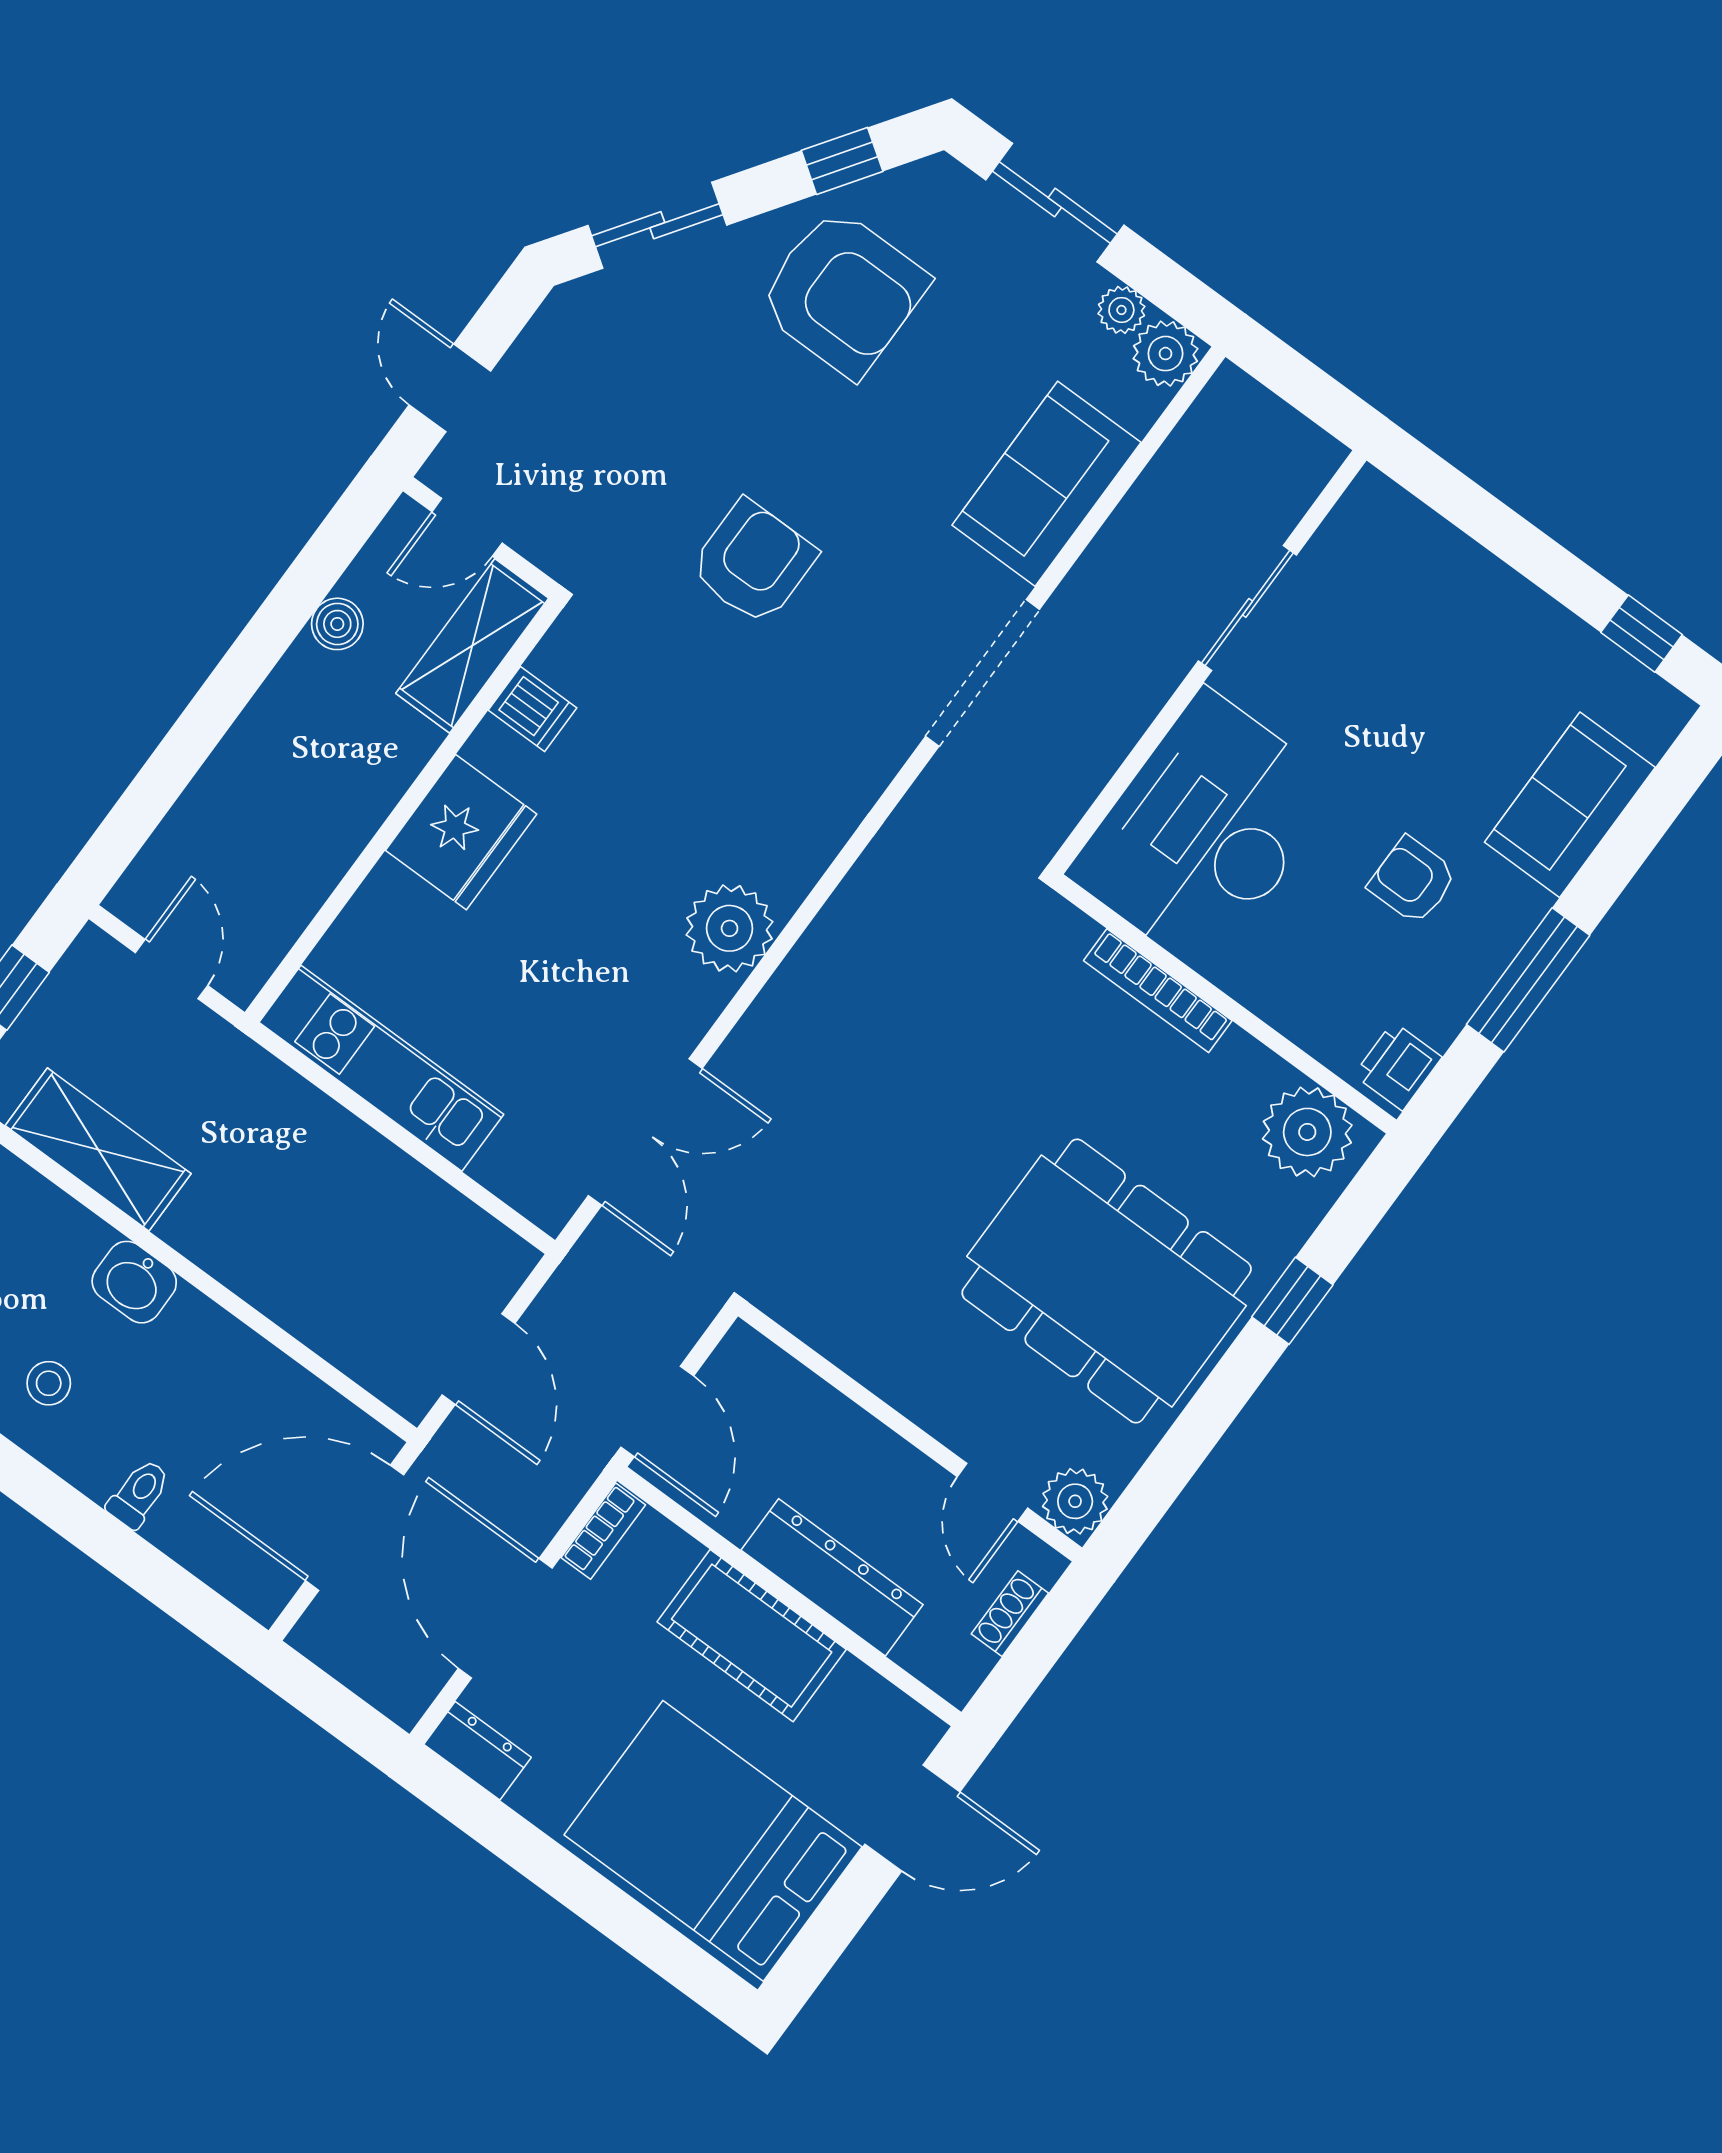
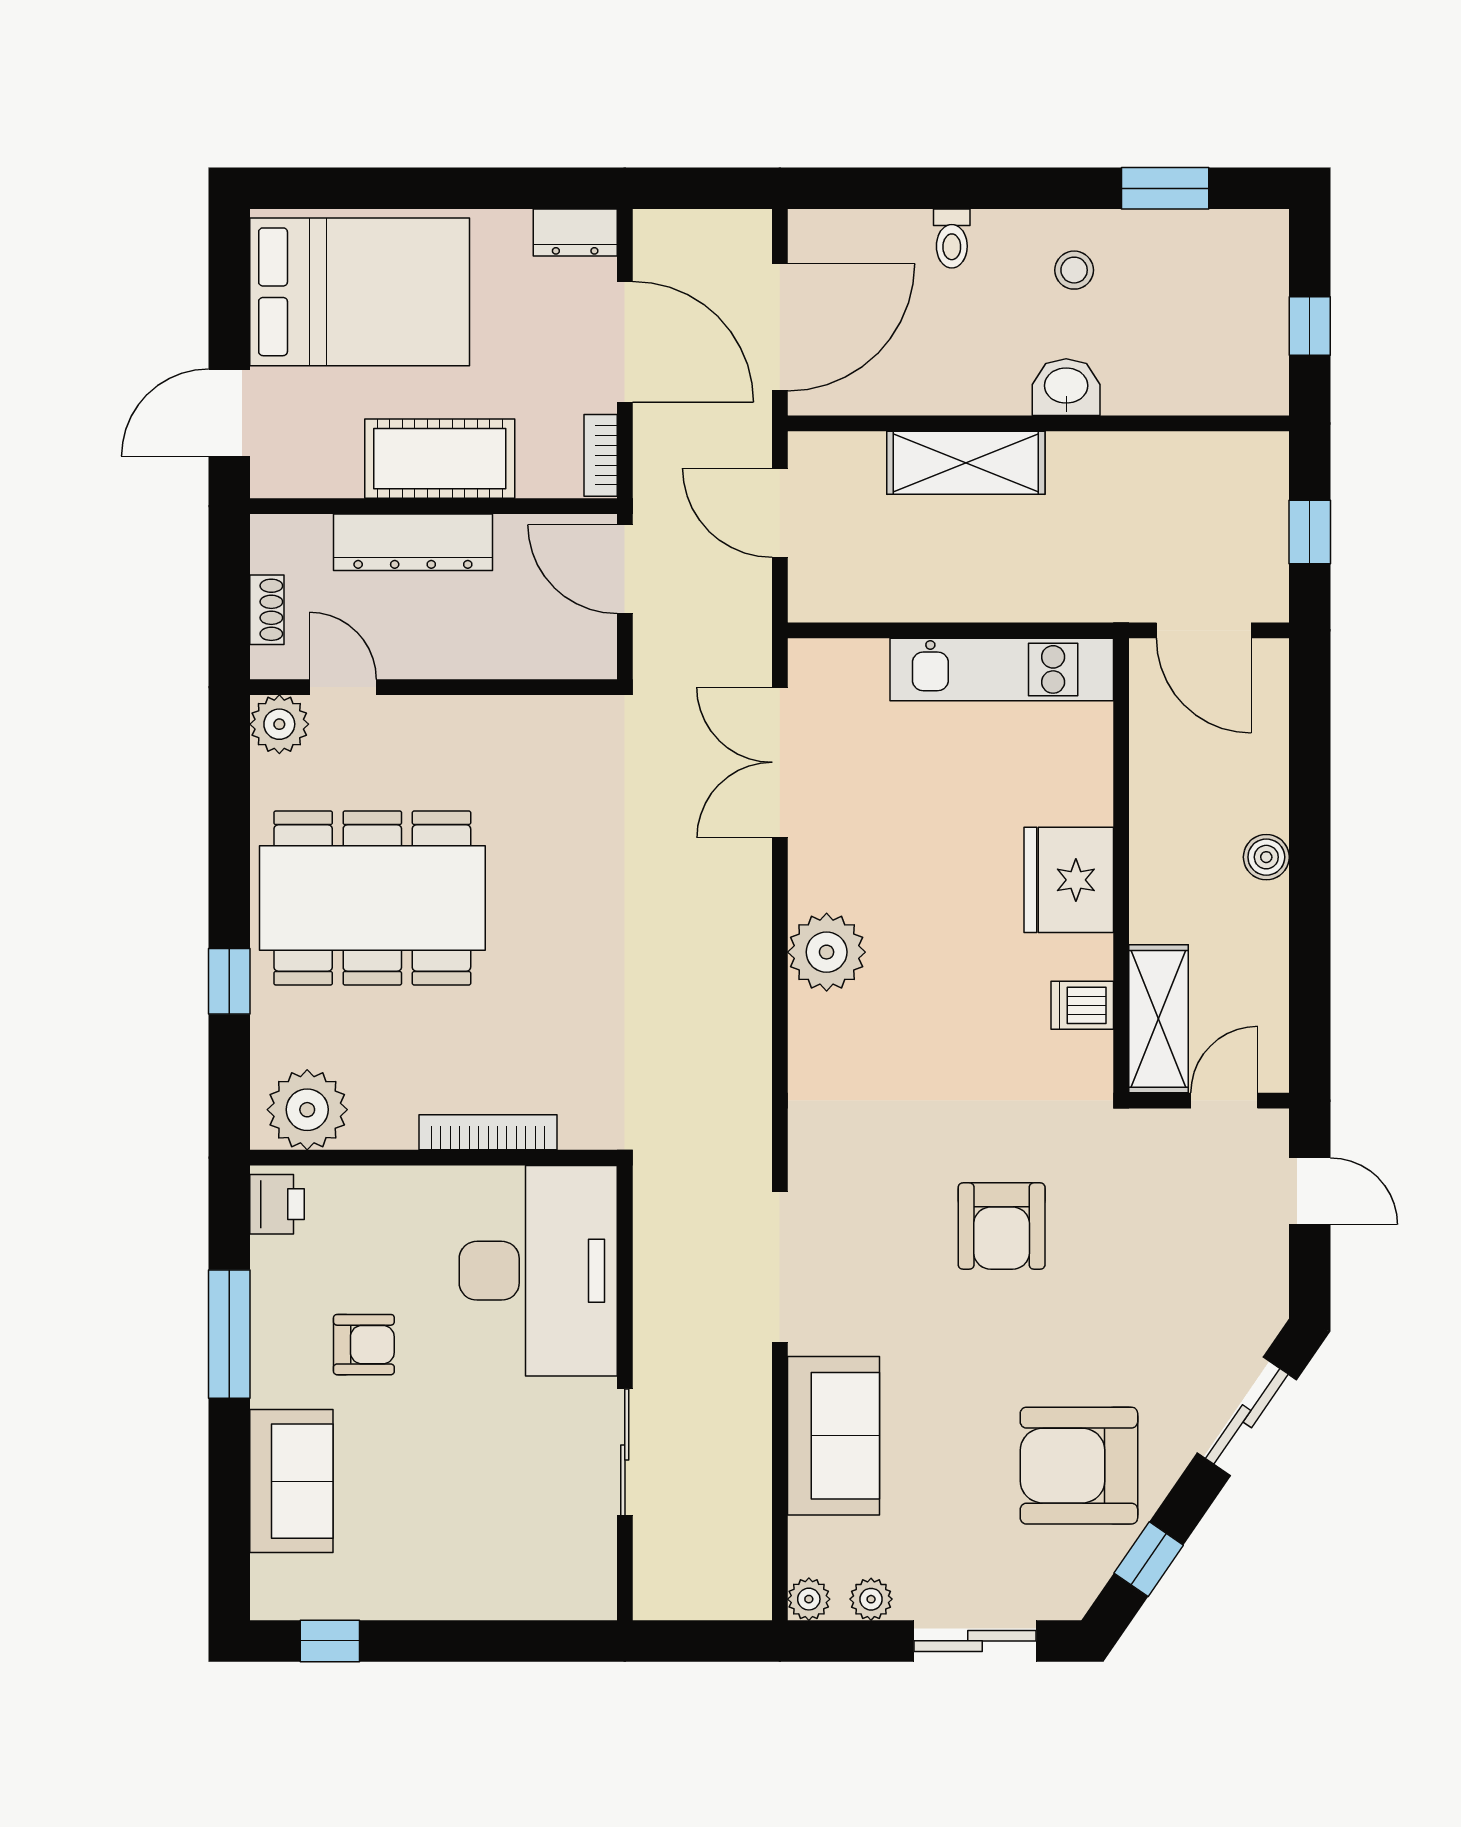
plant: (1165, 354) -> (809, 1599), width x0.73, depth x0.73
boiler: (337, 624) -> (1266, 857), moved
door: (171, 969) -> (1204, 630), width x1.38
shelving: (98, 1150) -> (966, 463), moved

